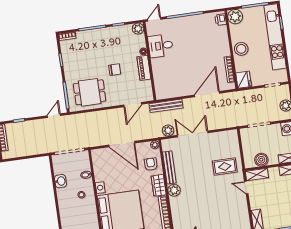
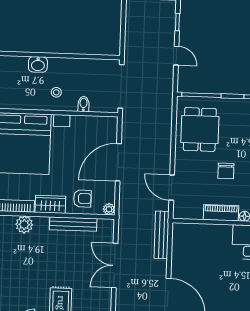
door: (54, 116) -> (176, 56), moved
plant: (168, 131) -> (126, 232), removed
double door: (193, 134) -> (115, 265), swing flipped
washbasin: (60, 181) -> (38, 64), moved
plant: (174, 190) -> (24, 225), moved

